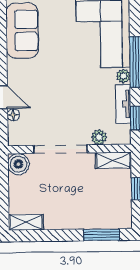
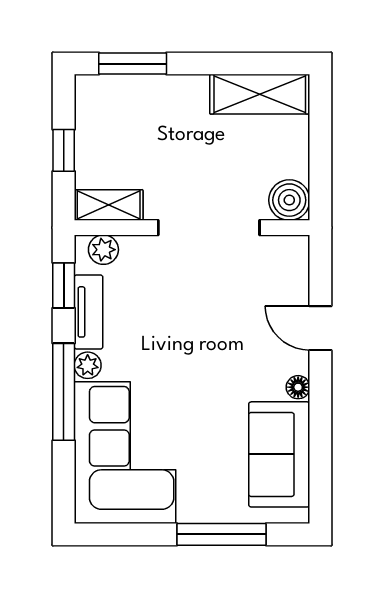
floor lamp: (13, 115) -> (298, 387), moved
plant: (99, 137) -> (103, 250), moved
shelving: (26, 222) -> (260, 94), width x1.50, depth x1.33

